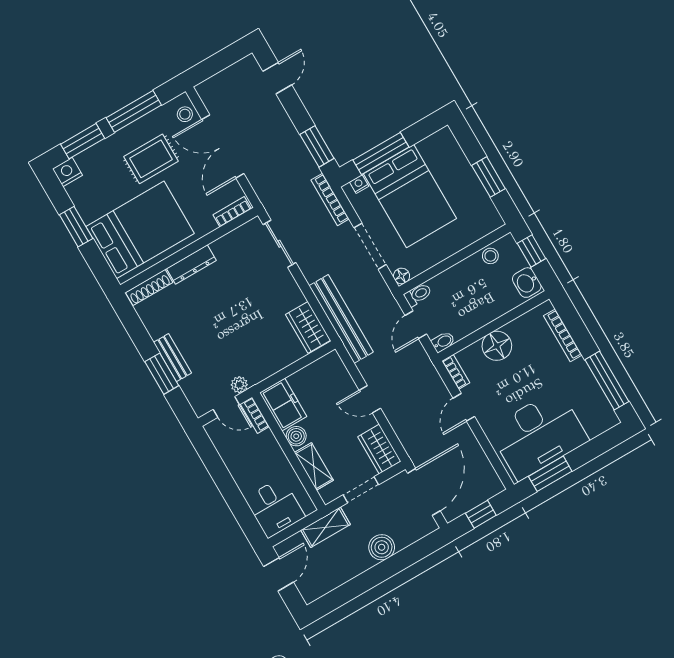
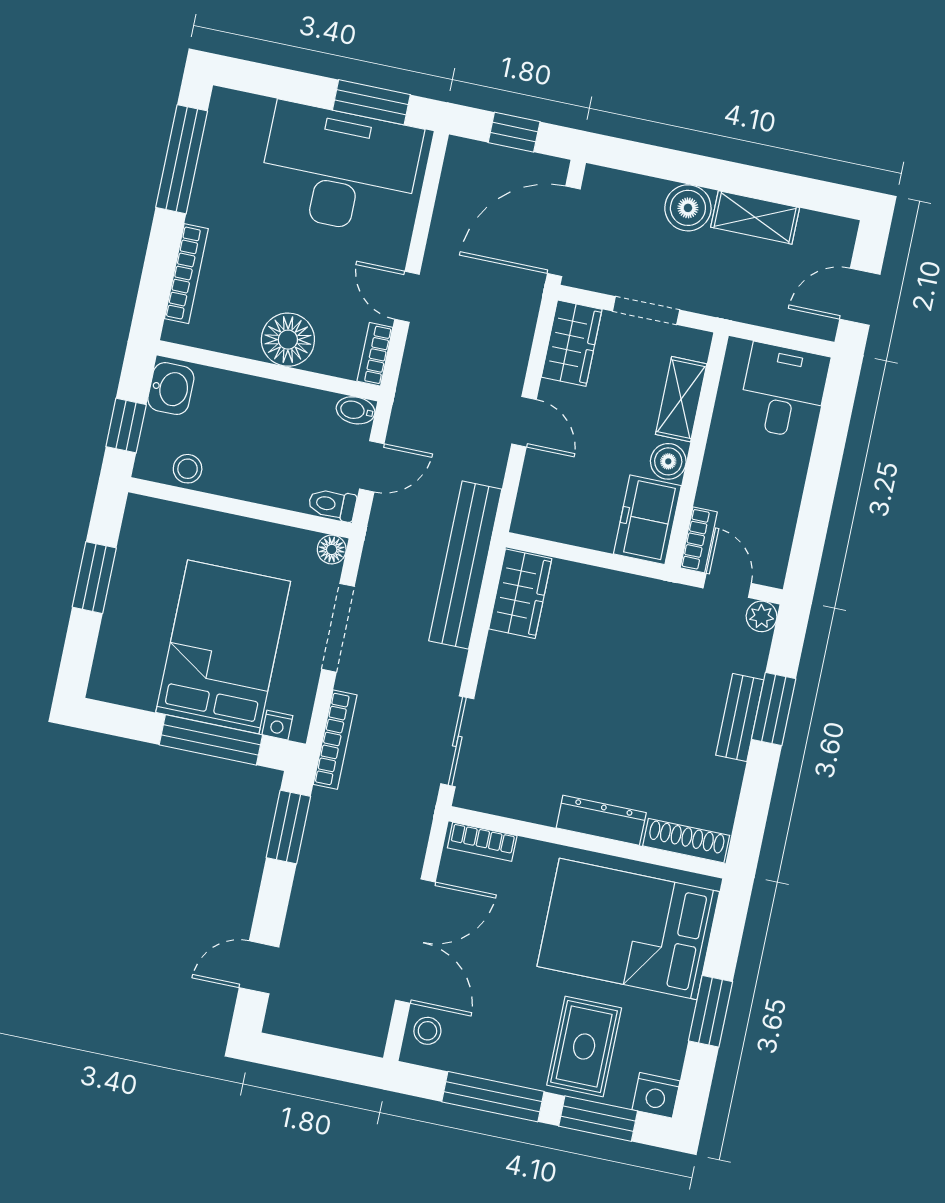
rug: (151, 159) -> (584, 1047), moved, turned 90
plant: (239, 385) -> (762, 616), moved
door: (464, 407) -> (407, 297), swing flipped
shelving: (326, 527) -> (755, 217), moved

